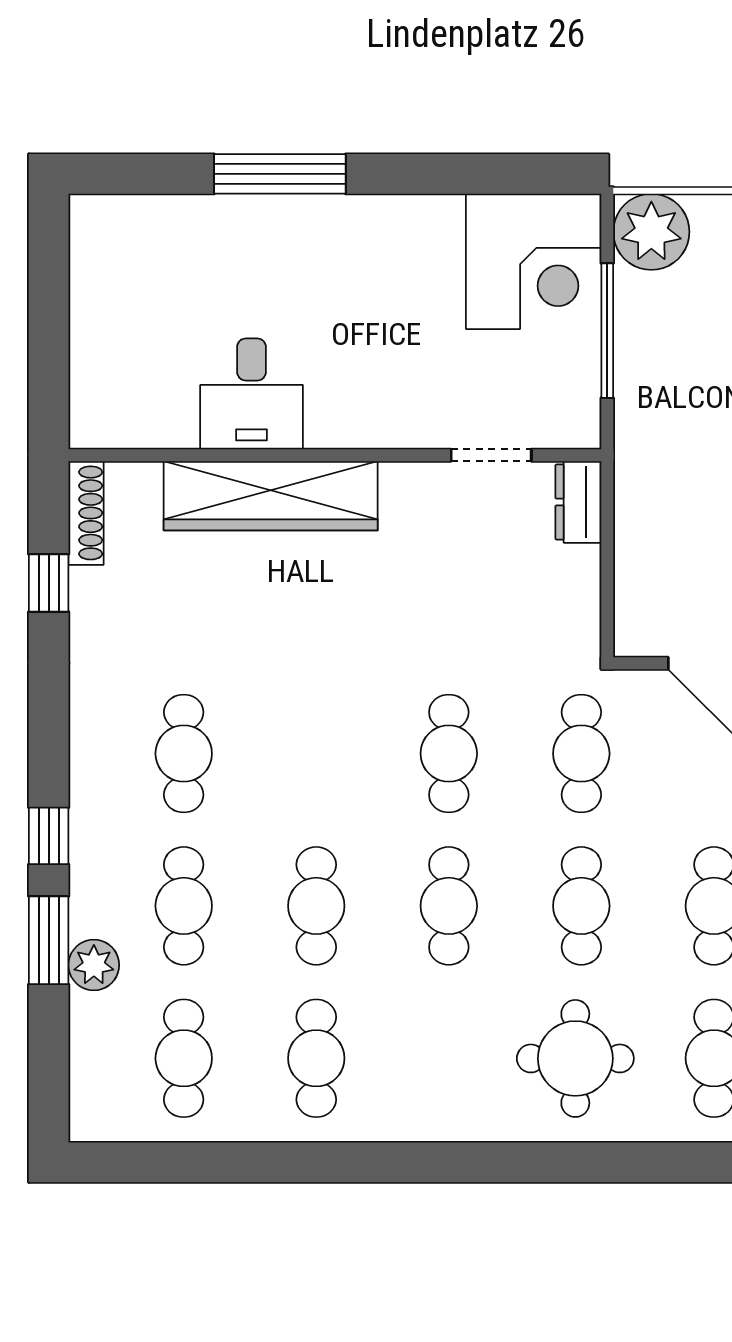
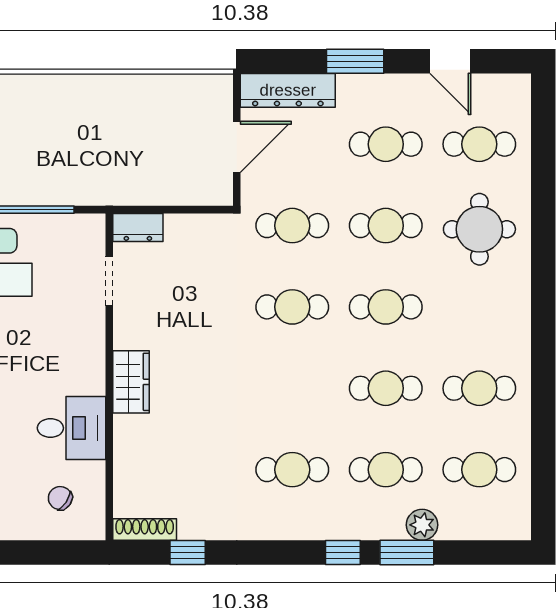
chair: (137, 375) -> (60, 498), added
wardrobe: (271, 496) -> (131, 382), width x0.48, depth x0.85

